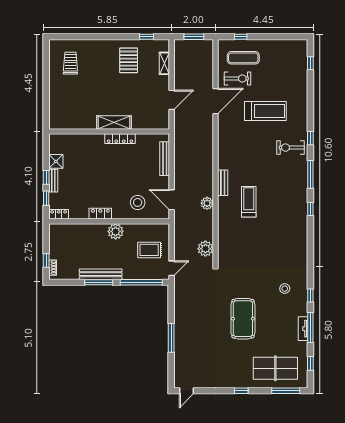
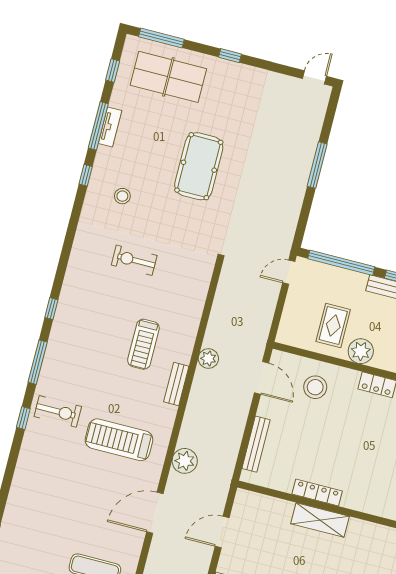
exercise bike: (238, 78) -> (134, 260), moved
treadmill: (265, 111) -> (119, 440), moved
plant: (205, 249) -> (185, 461), moved
rug: (149, 250) -> (333, 326), moved, turned 90

